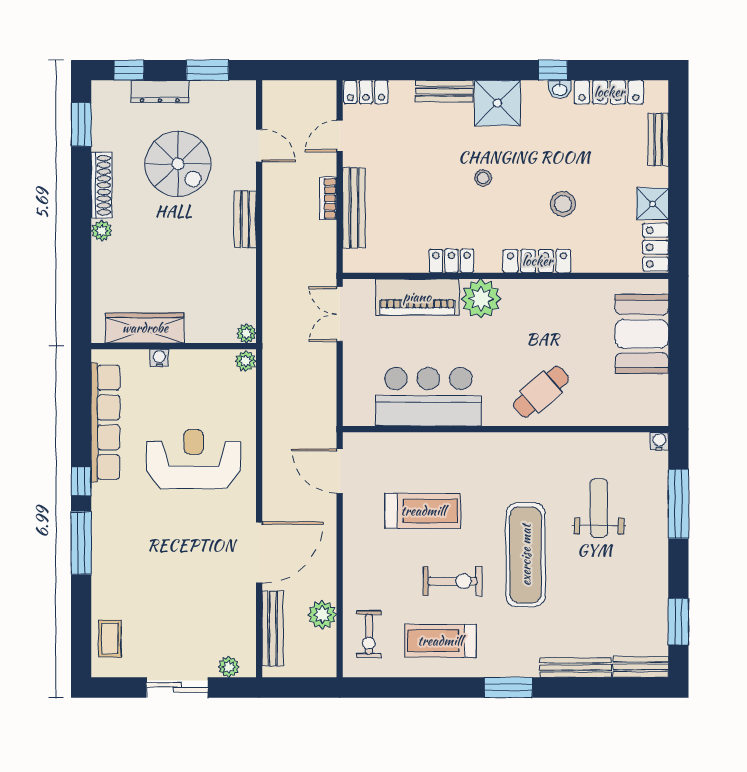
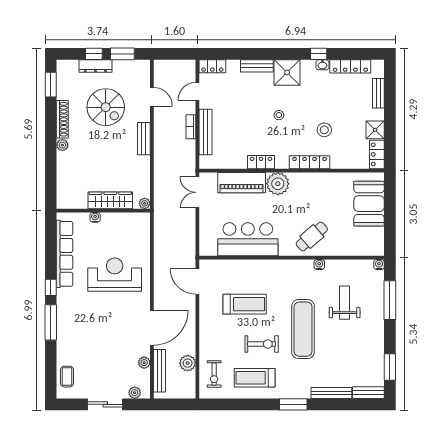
window: (129, 70) -> (94, 54), moved
wardrobe: (145, 328) -> (110, 200), moved
plant: (246, 361) -> (144, 363), moved
water cooler: (554, 441) -> (319, 264), added

